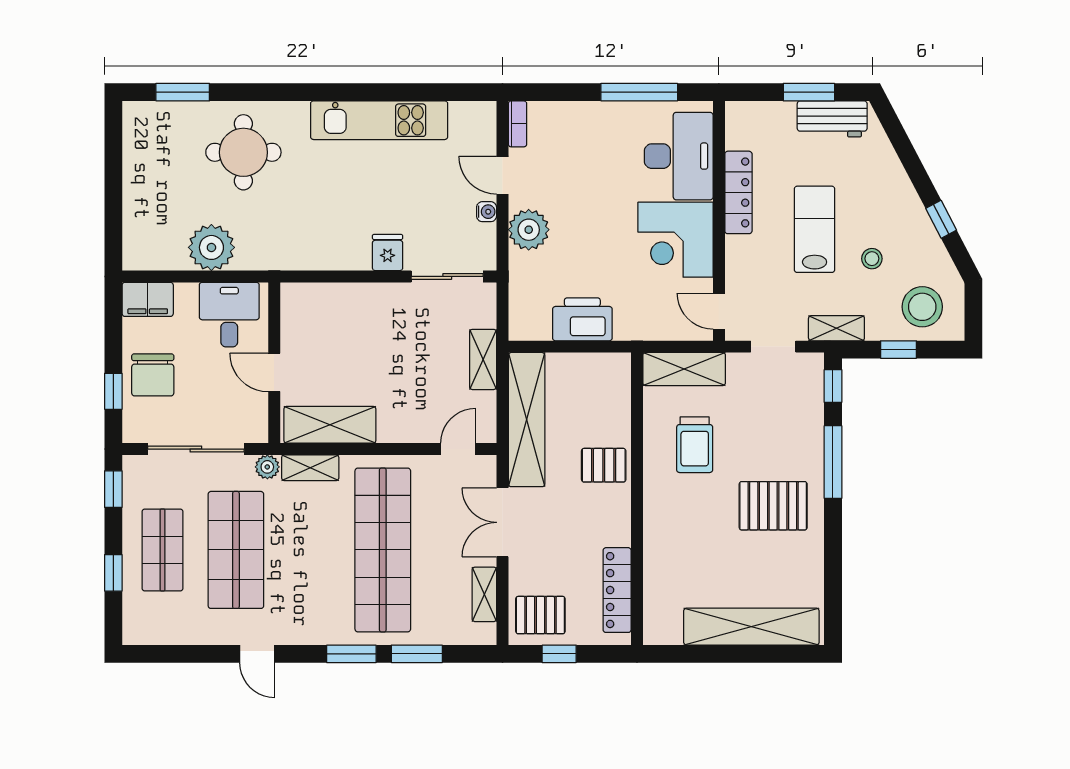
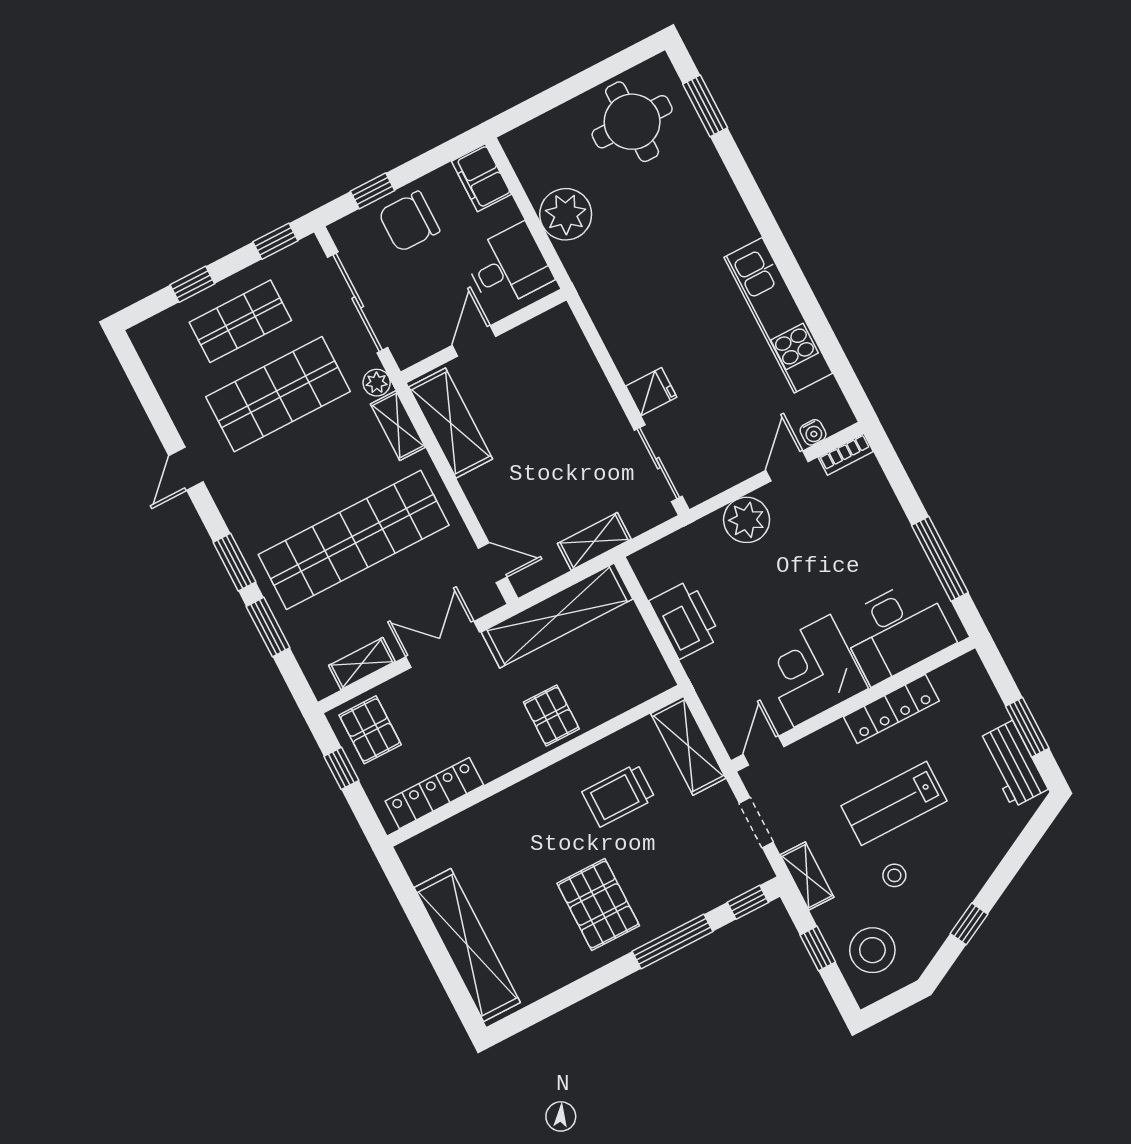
round table: (243, 152) -> (632, 122), moved
water cooler: (487, 212) -> (813, 432), moved
lab bench: (815, 229) -> (894, 803), turned 180

